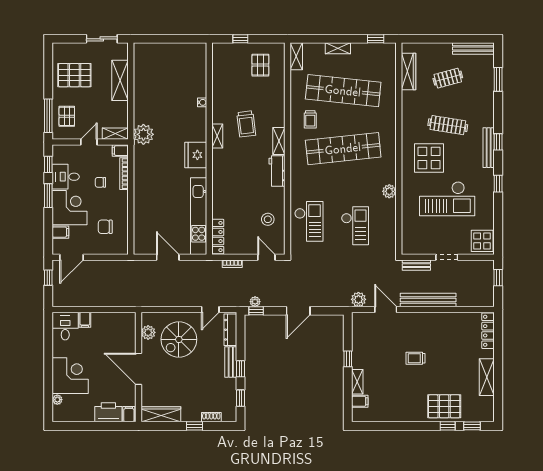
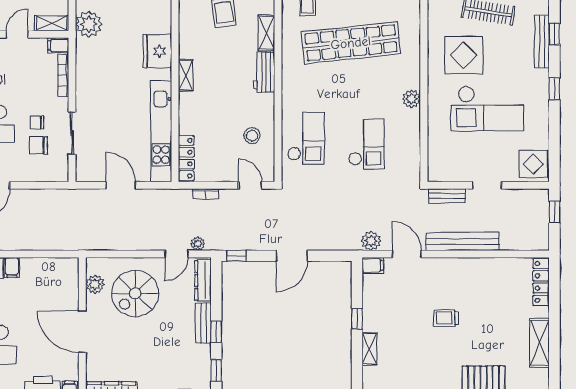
shelving: (217, 136) -> (186, 75), moved
chair: (100, 182) -> (37, 122), moved
sliding door: (131, 217) -> (72, 133), added
plant: (255, 302) -> (198, 244), moved
filing cabinet: (360, 401) -> (373, 265), moved

